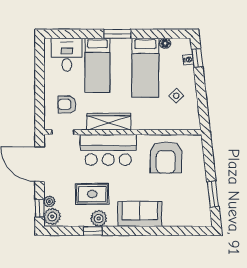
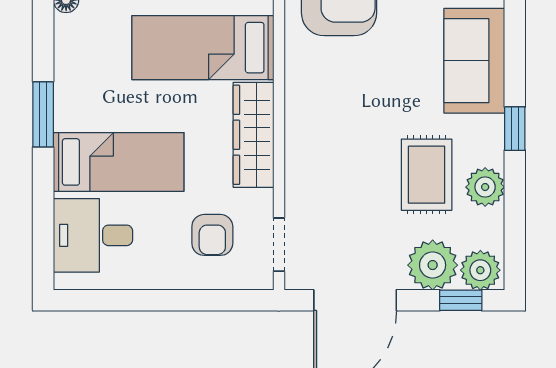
bed: (145, 68) -> (203, 48), moved, turned 180
bar counter: (108, 150) -> (321, 136), removed
plant: (49, 201) -> (433, 265), width x1.88, depth x1.88
plant: (99, 218) -> (485, 187), moved
window: (93, 231) -> (515, 129), moved

